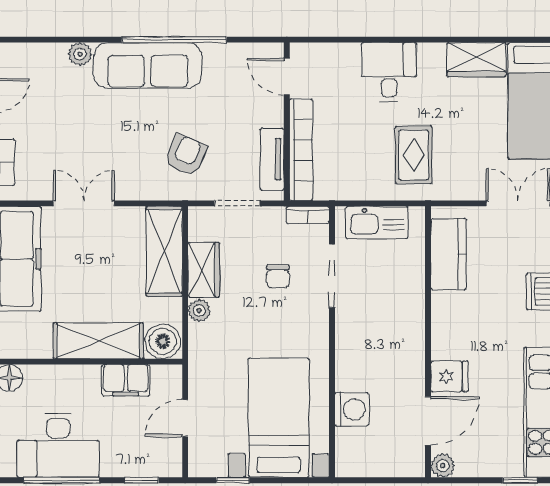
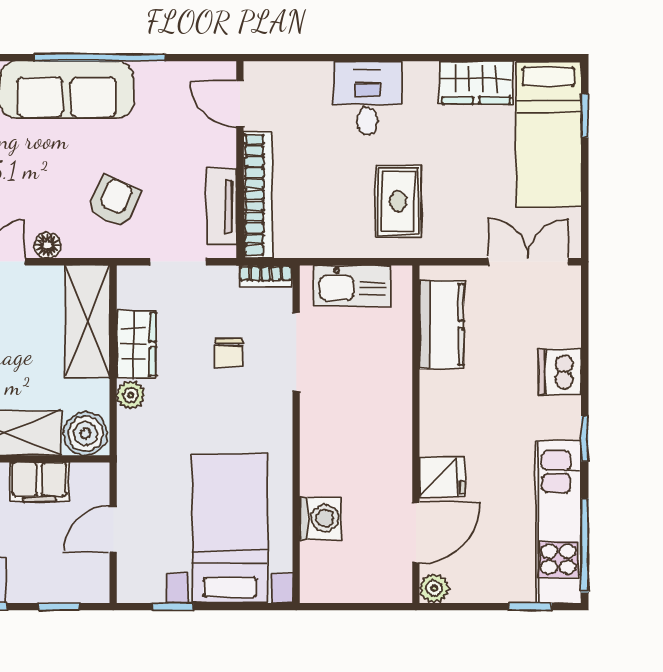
floor lamp: (132, 190) -> (47, 245), added

